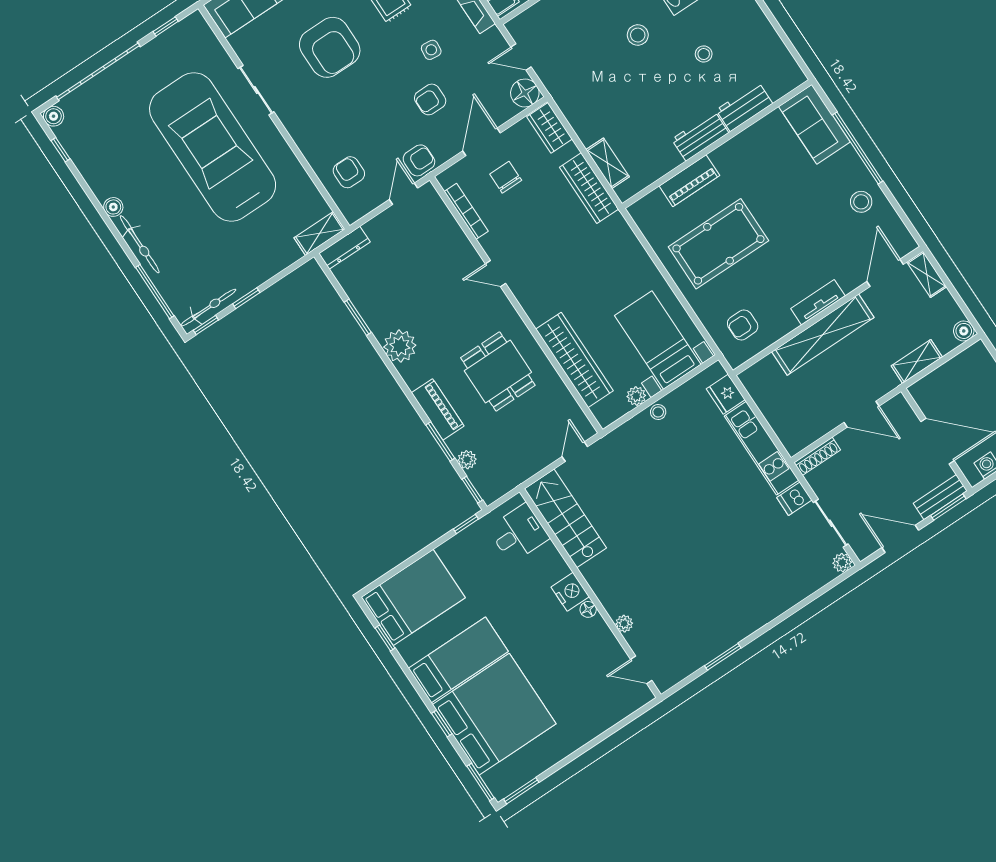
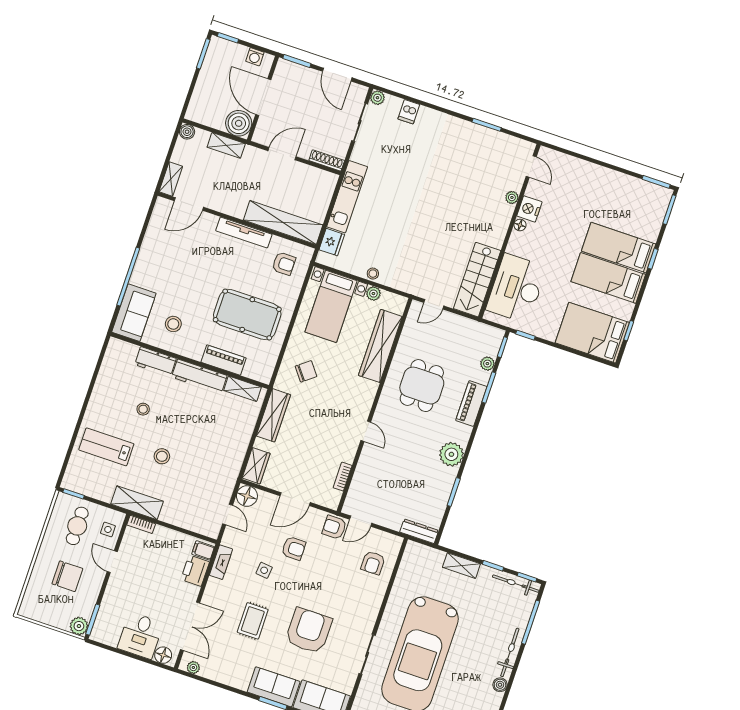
workbench: (700, 136) -> (199, 376), width x1.37
shelving: (608, 163) -> (242, 389), moved, turned 90
chair: (506, 177) -> (306, 371), moved, turned -128
stool: (861, 202) -> (173, 324), moved
bookcase: (466, 211) -> (343, 477), width x0.64
shelving: (320, 233) -> (461, 566), moved
tv unit: (818, 302) -> (244, 232), width x1.41
shelving: (823, 335) -> (283, 223), moved
boiler: (930, 393) -> (239, 123), added
door: (862, 414) -> (282, 154), hinge flipped
bench: (940, 497) -> (295, 70), removed
dishwasher: (794, 499) -> (409, 112), moved, turned 90
desk: (519, 533) -> (516, 288), width x1.87, depth x1.30
nightstand: (570, 592) -> (529, 209), moved
bed: (494, 714) -> (619, 248), width x0.49

